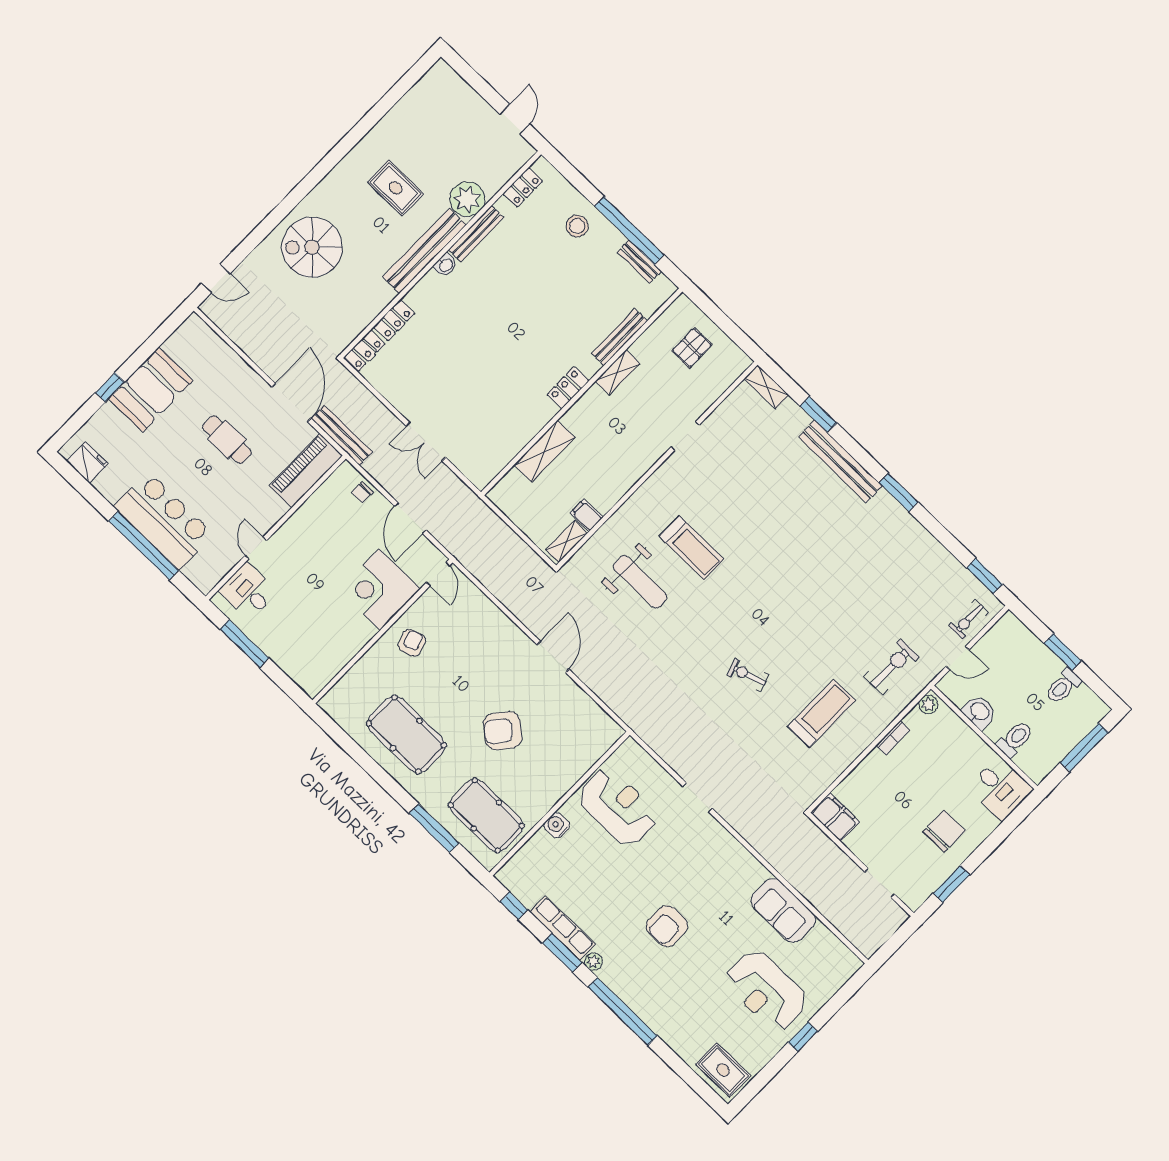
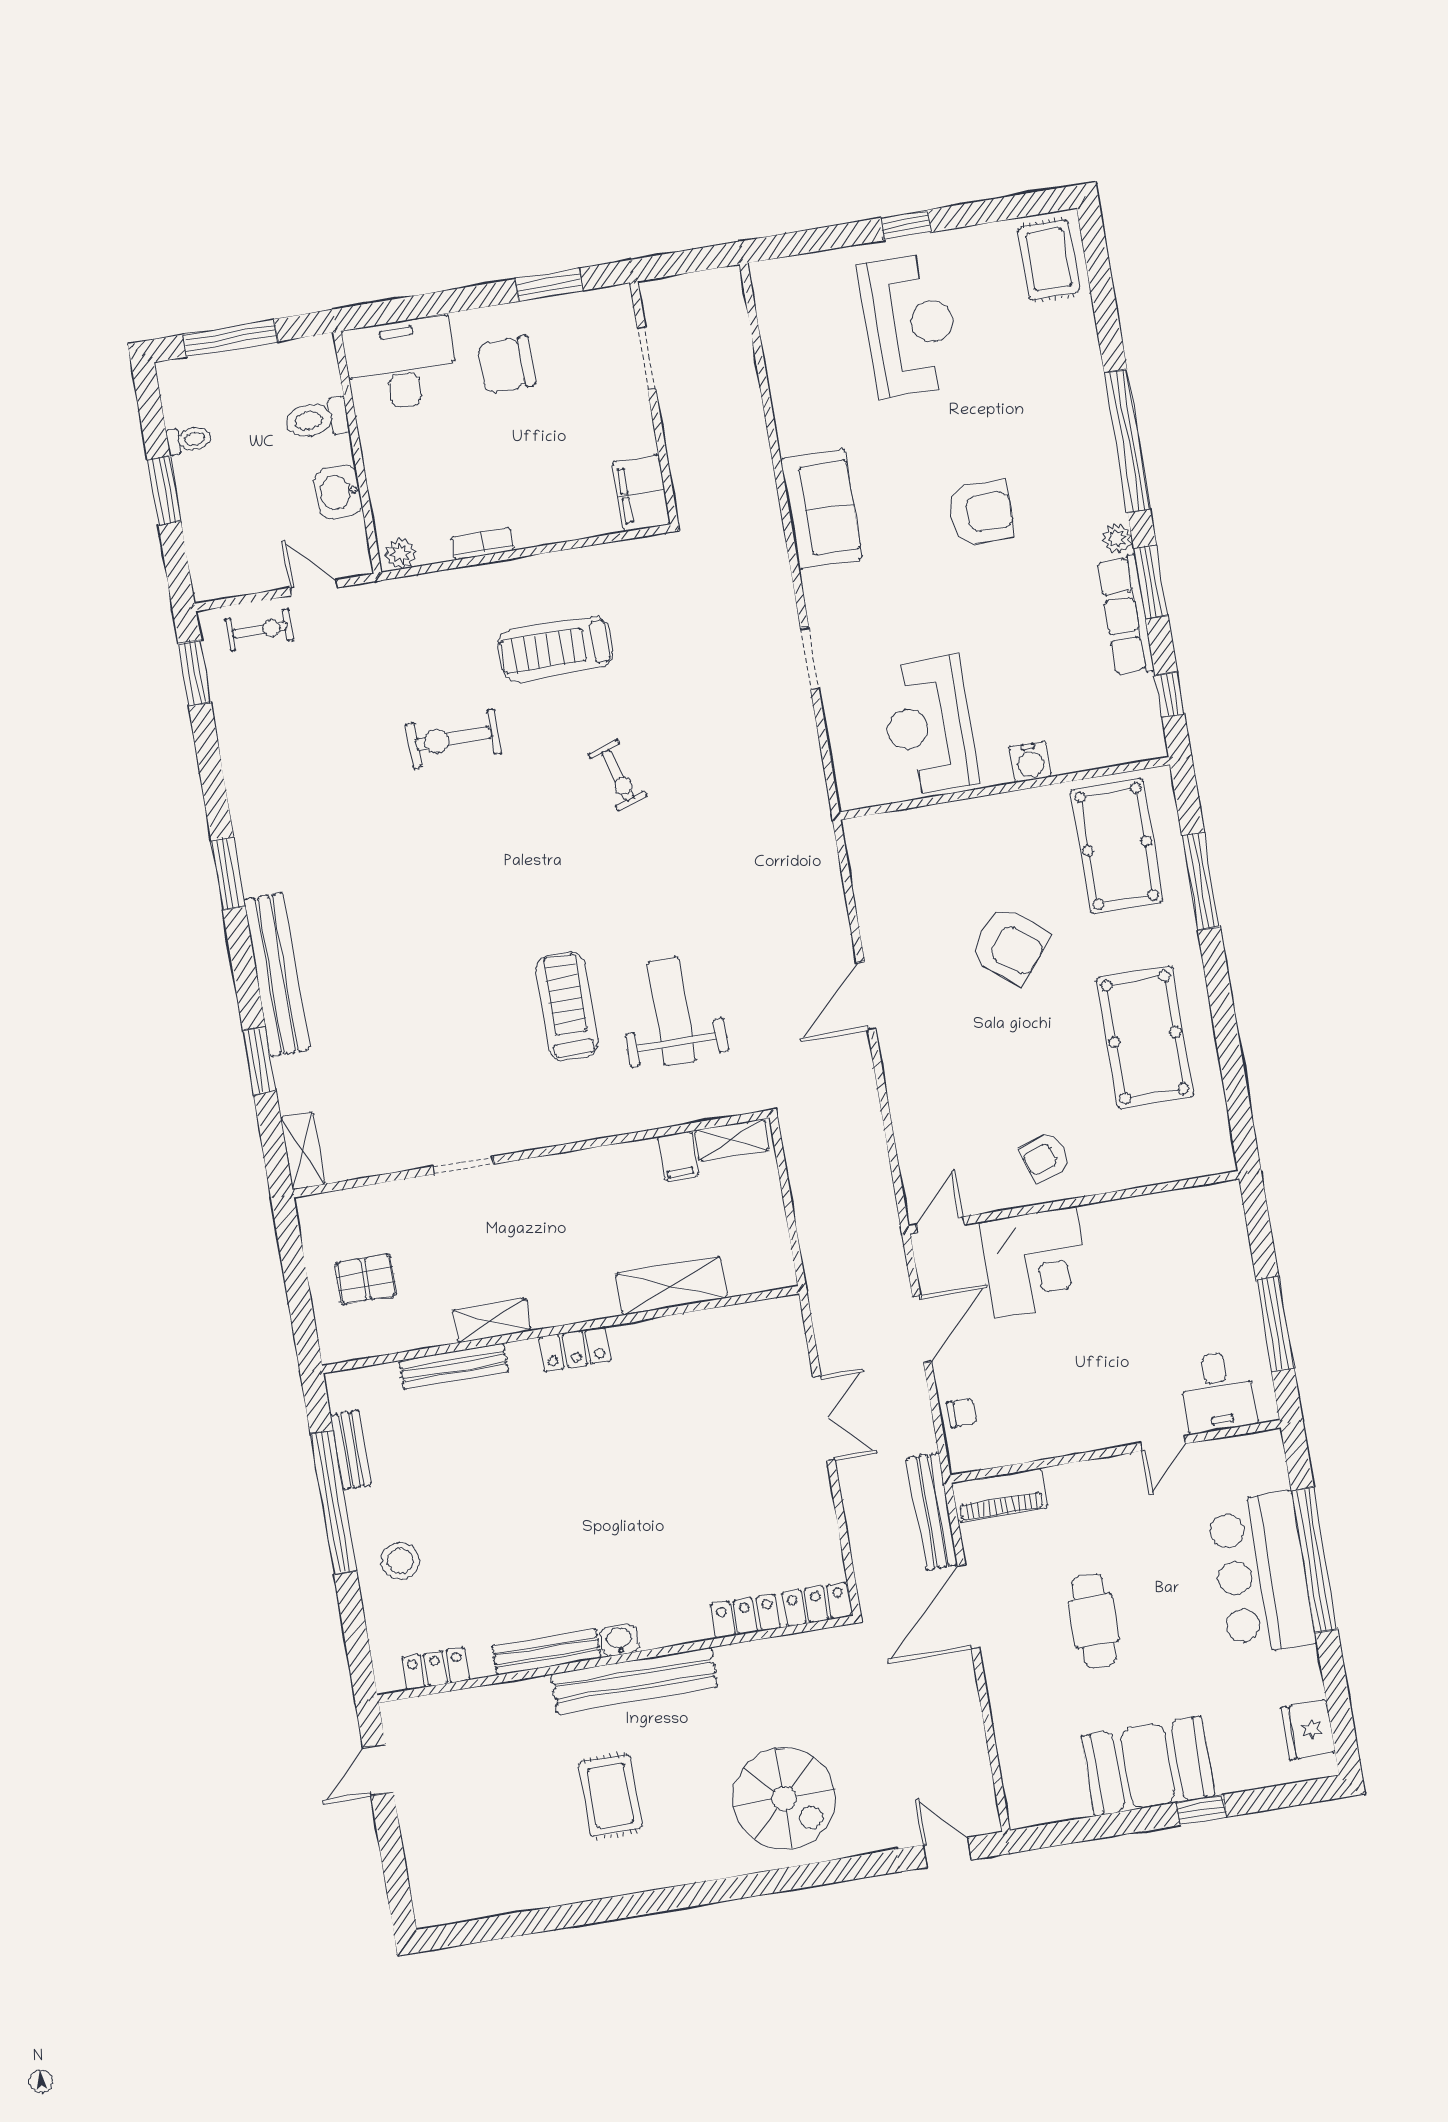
plant: (467, 199) -> (523, 1708), removed
piano: (306, 471) -> (1000, 1495), width x0.73, depth x0.75
exercise bike: (892, 667) -> (453, 739), moved
toilet: (1063, 686) -> (189, 440), width x0.73, depth x0.72
desk: (1000, 789) -> (401, 364), width x1.37
sofa: (783, 910) -> (821, 509), moved

